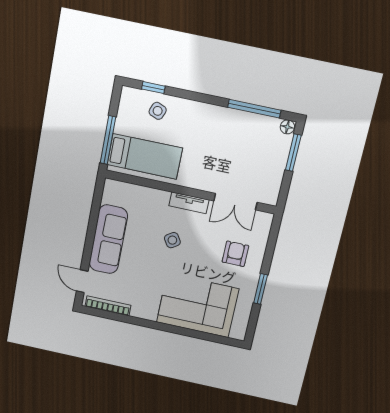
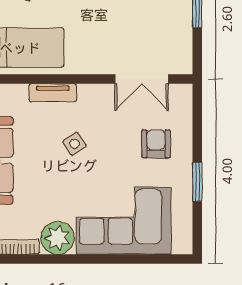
tv unit: (189, 203) -> (53, 93), moved
plant: (145, 307) -> (58, 238), added

